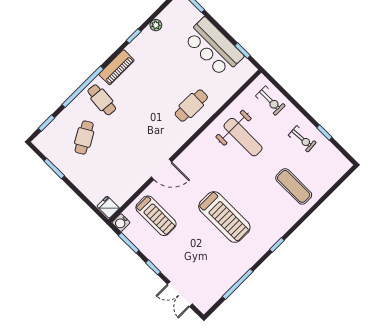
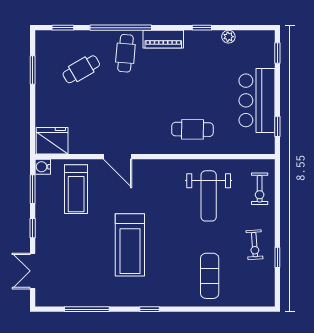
fridge: (108, 207) -> (52, 141), width x1.88, depth x1.34

